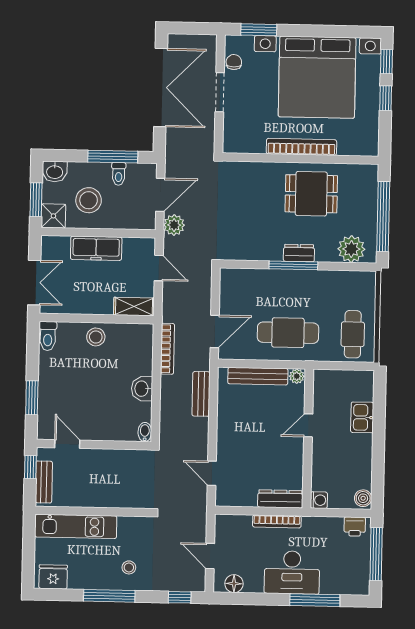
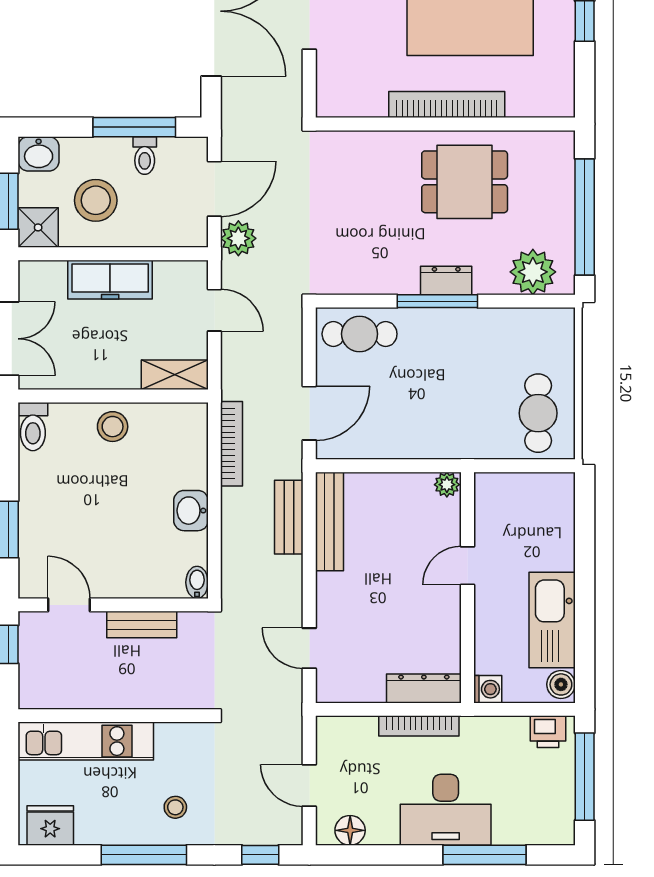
cafe table: (288, 333) -> (360, 334), moved, width x0.73, depth x0.74
bench: (258, 376) -> (329, 521), moved, turned 90
kitchen sink: (362, 417) -> (552, 620), moved, width x1.88, depth x1.24
bench: (44, 482) -> (142, 625), moved, turned 90

